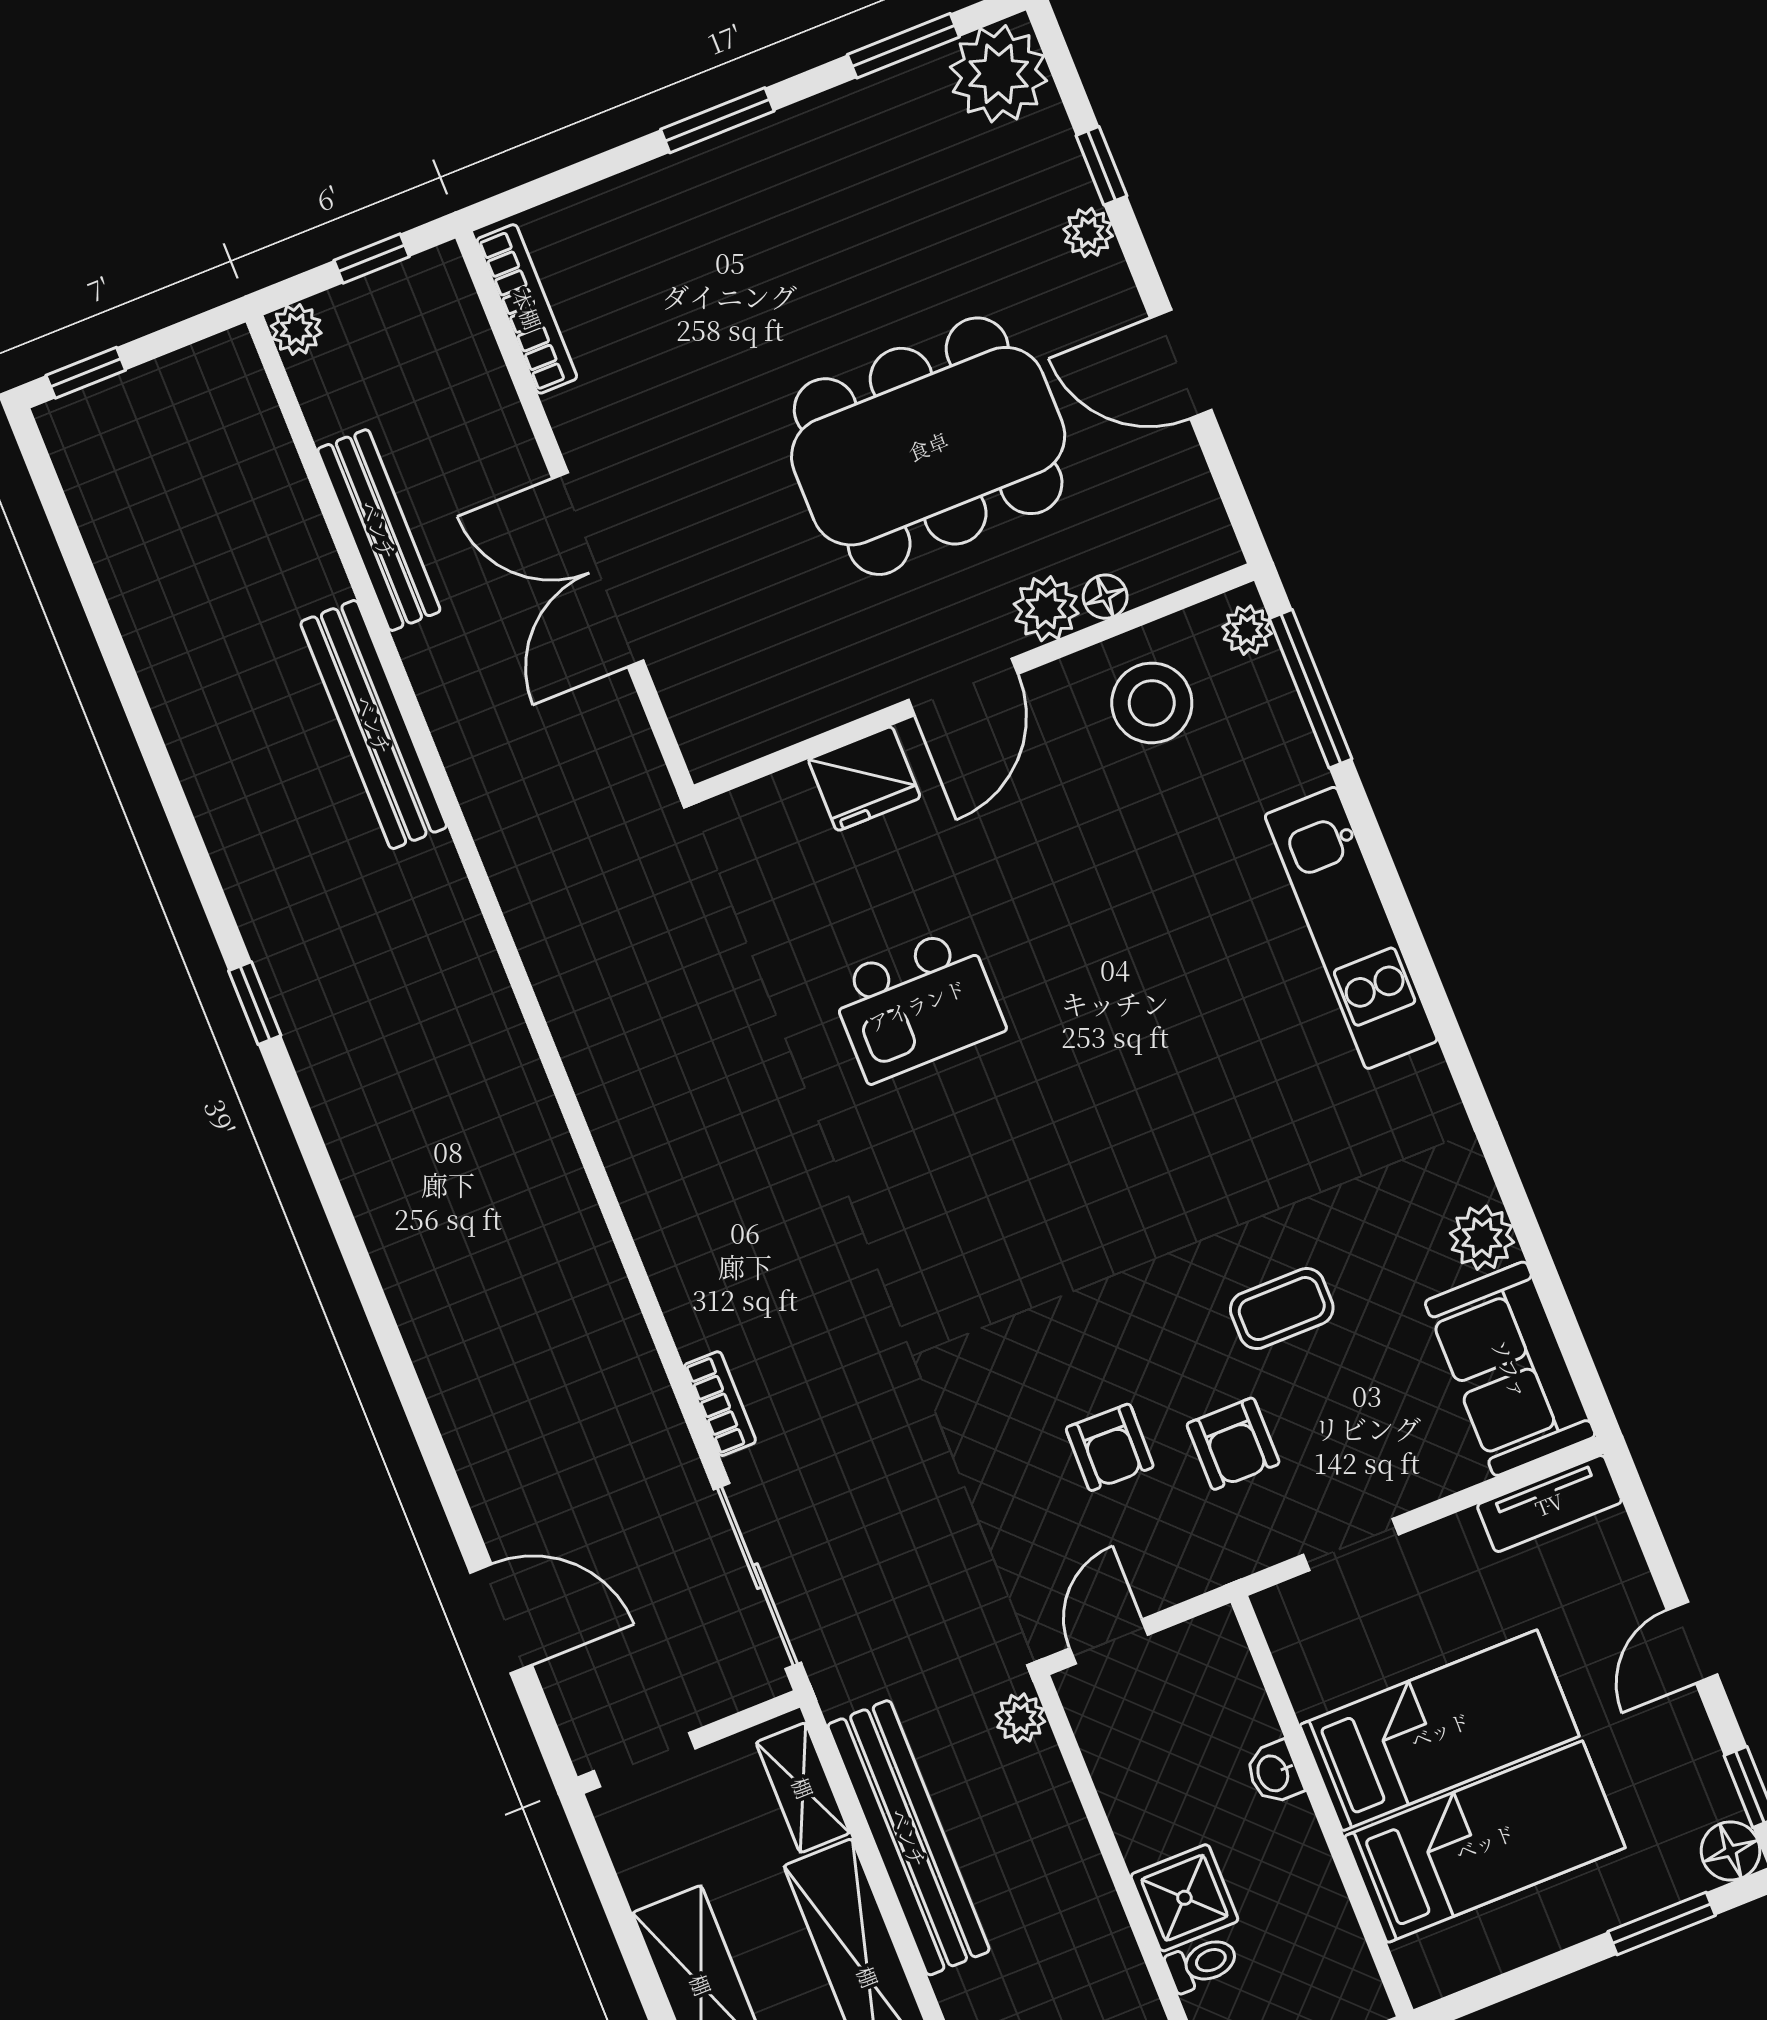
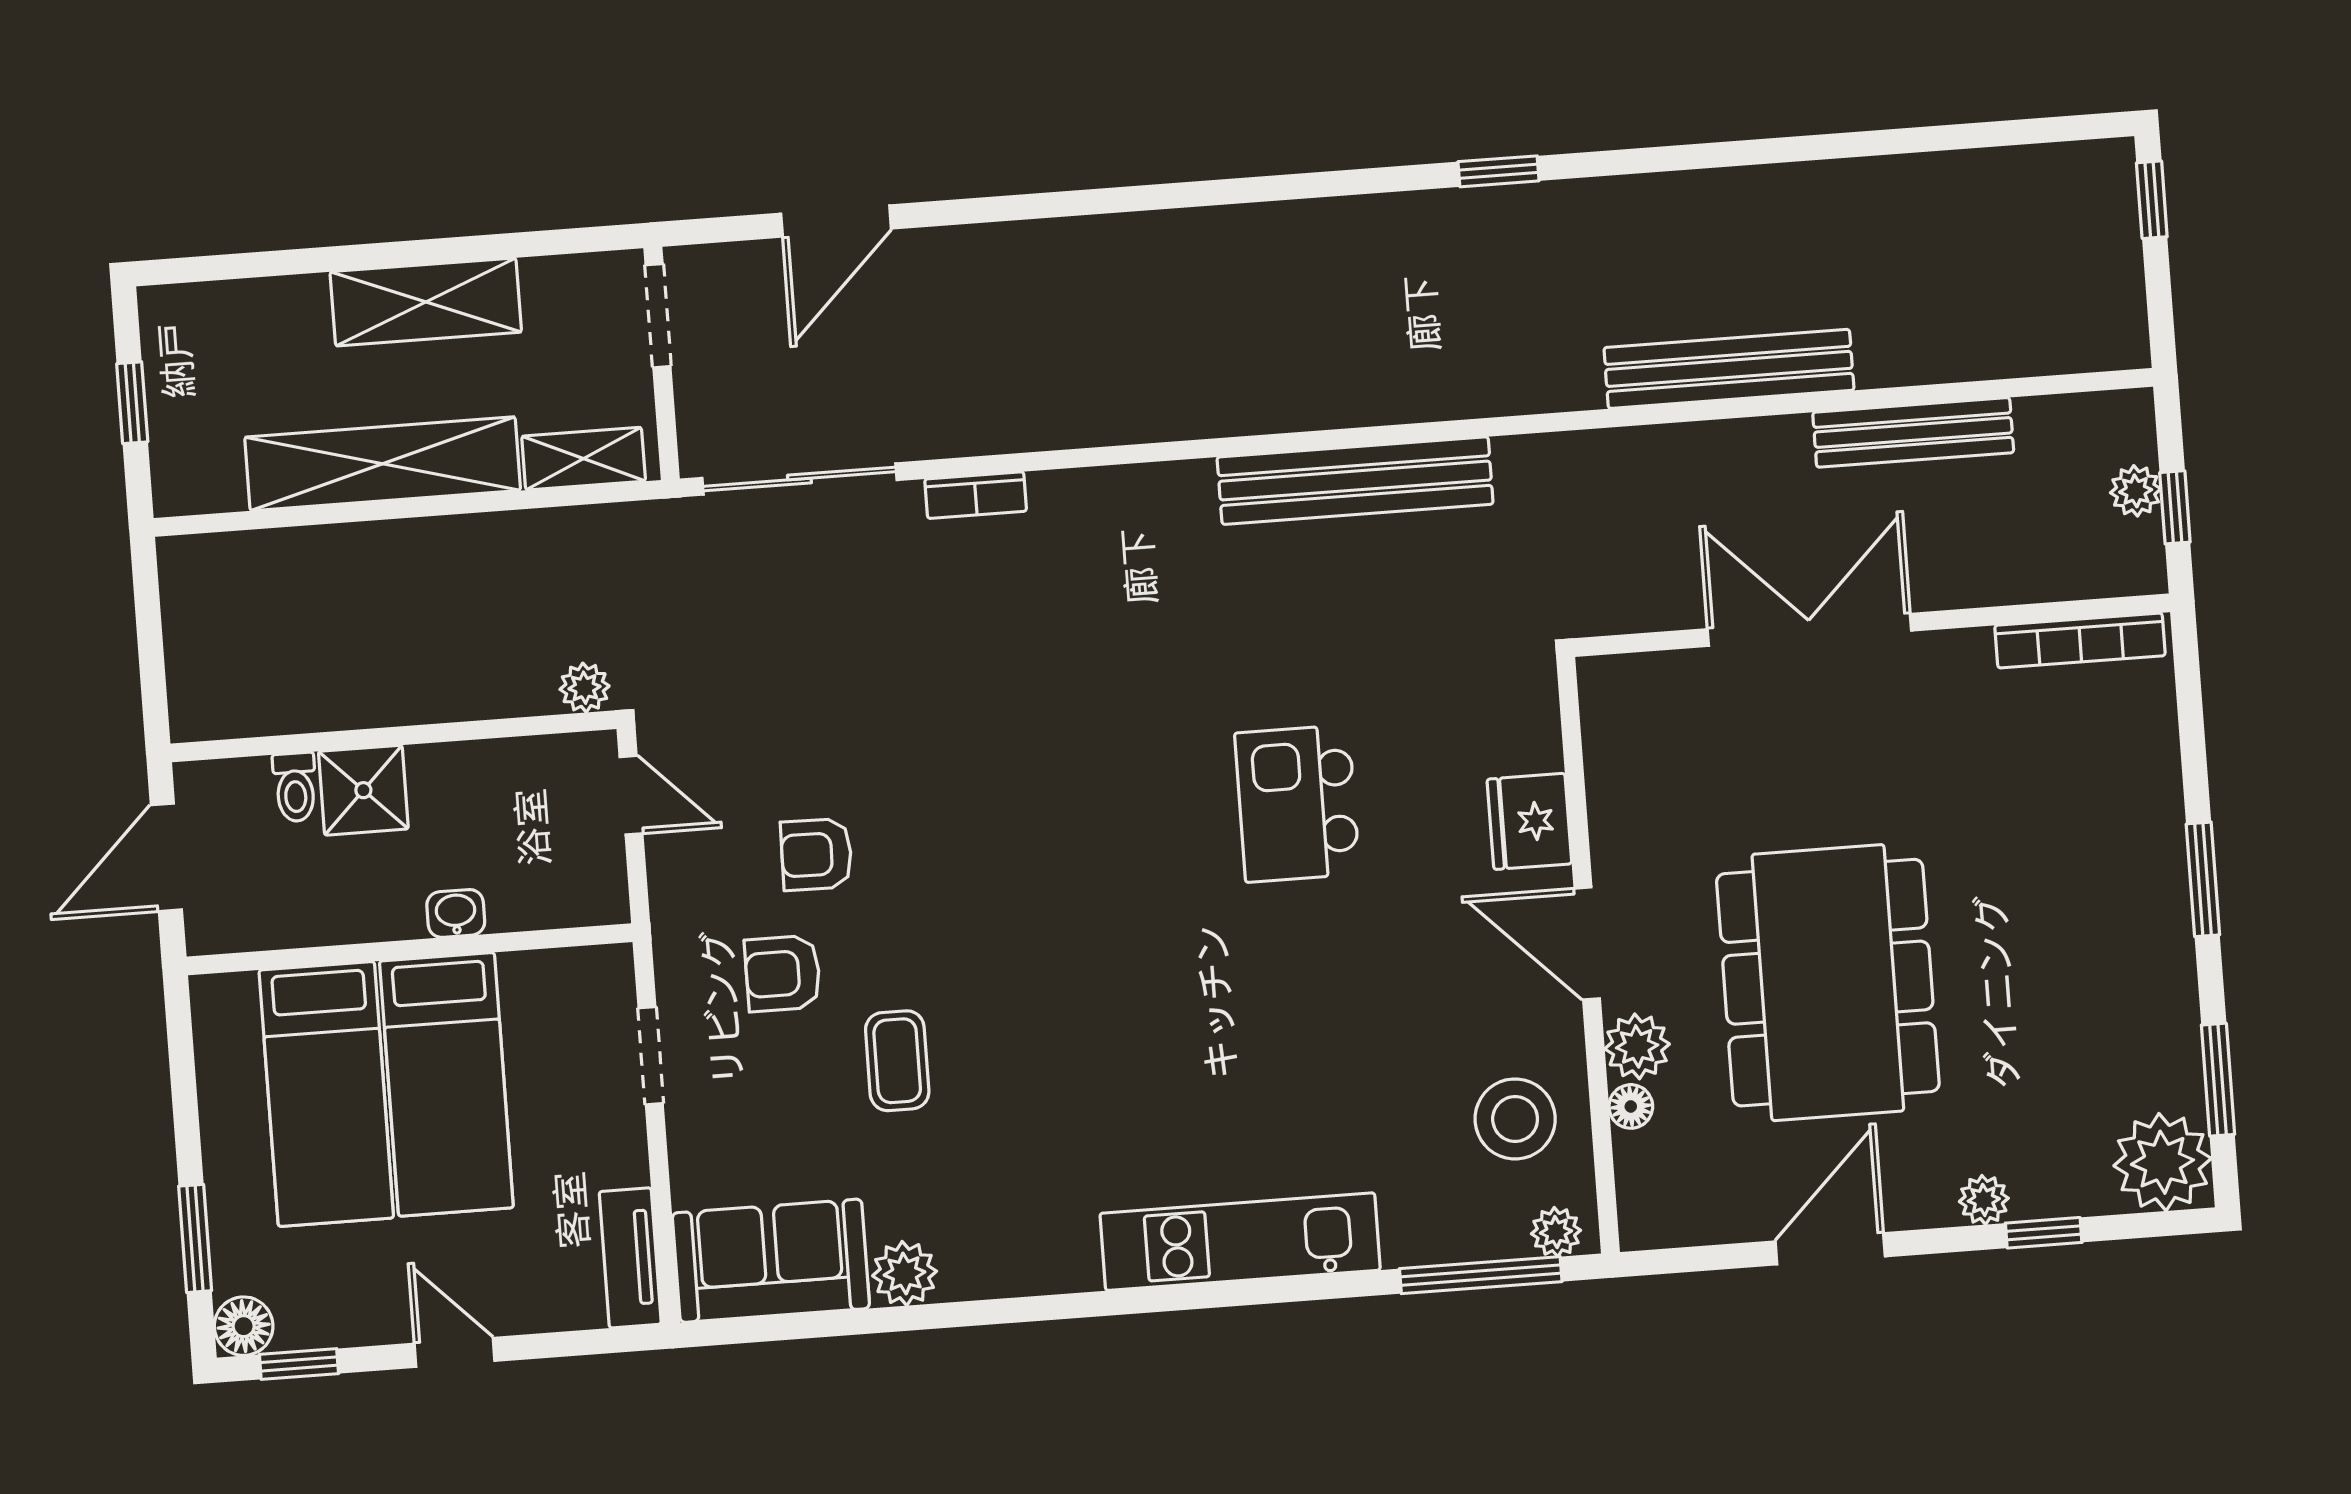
plant: (296, 329) -> (2136, 491), moved
bench: (909, 1838) -> (1355, 481), moved

